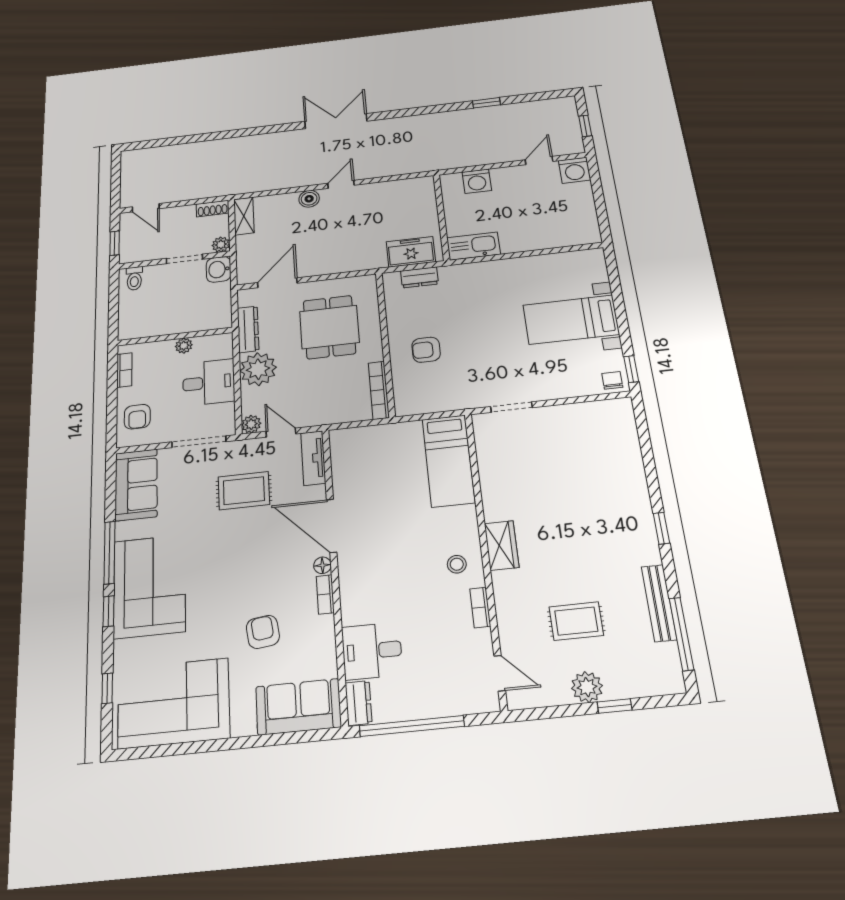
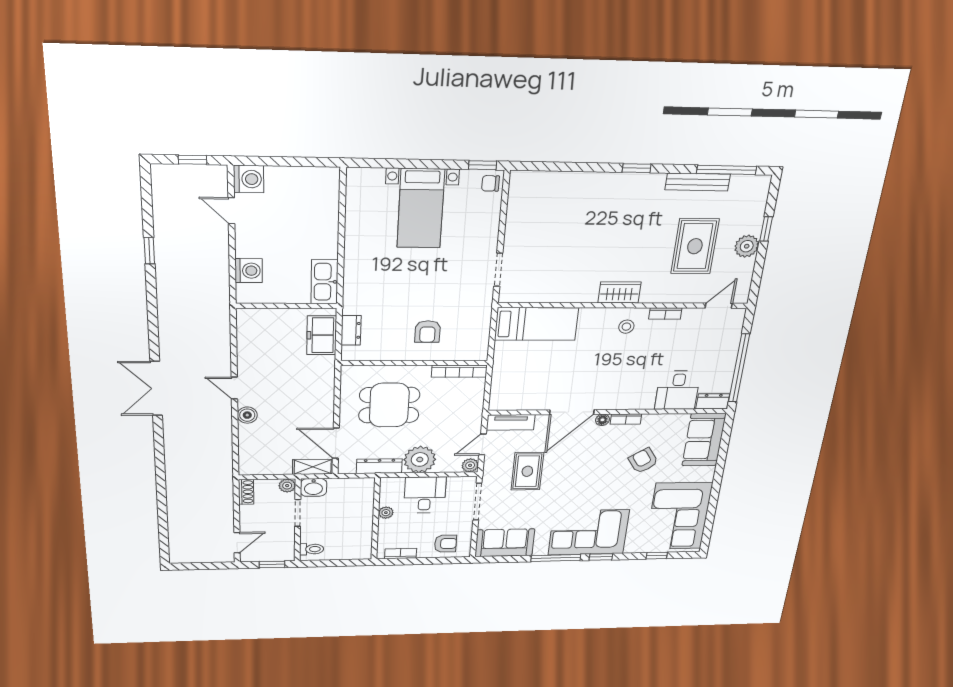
shelving: (244, 216) -> (313, 467), moved
rug: (576, 621) -> (695, 246), width x1.36, depth x1.43
armchair: (263, 632) -> (643, 461), turned 64

